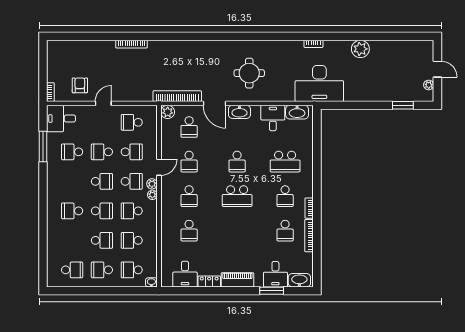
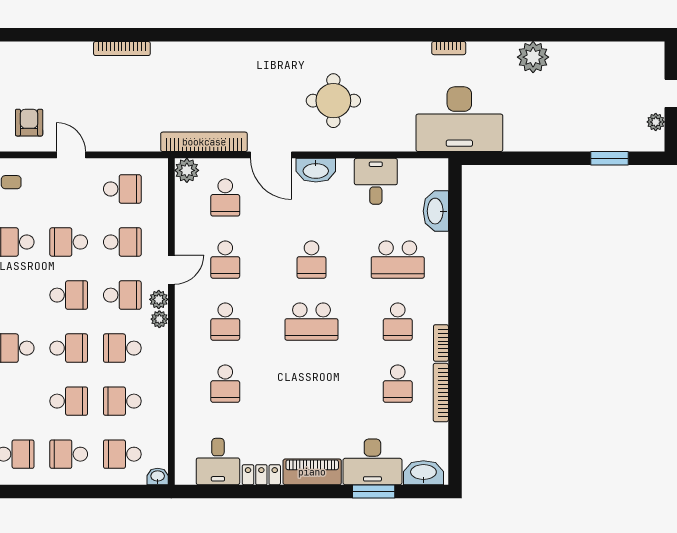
door: (103, 103) -> (71, 155), hinge flipped
washbasin: (297, 112) -> (436, 211), moved, turned 90
school desk: (132, 122) -> (122, 189), turned 180
desk: (275, 274) -> (372, 462), width x1.37

